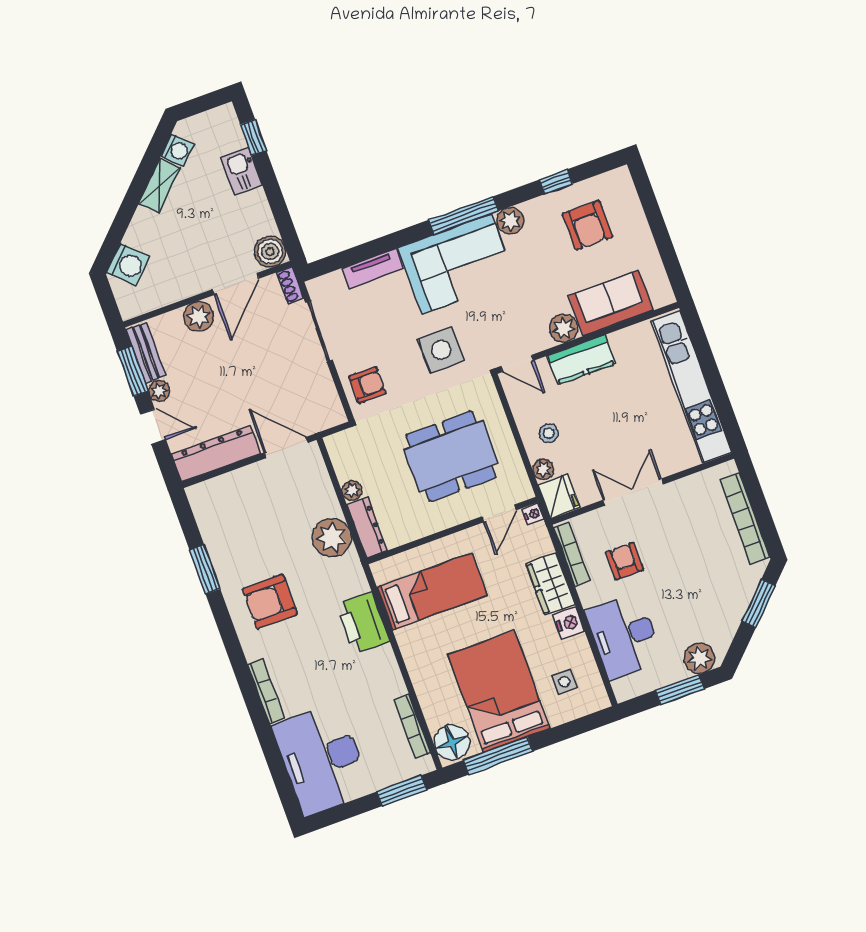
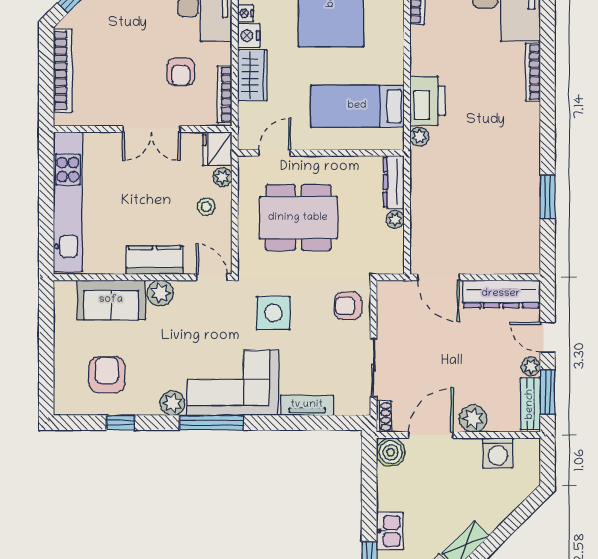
washing machine: (128, 265) -> (498, 453), moved, turned -135
nightstand: (533, 514) -> (245, 13), moved
plant: (332, 538) -> (419, 137), moved, width x0.53, depth x0.53
armchair: (270, 602) -> (501, 149), removed

